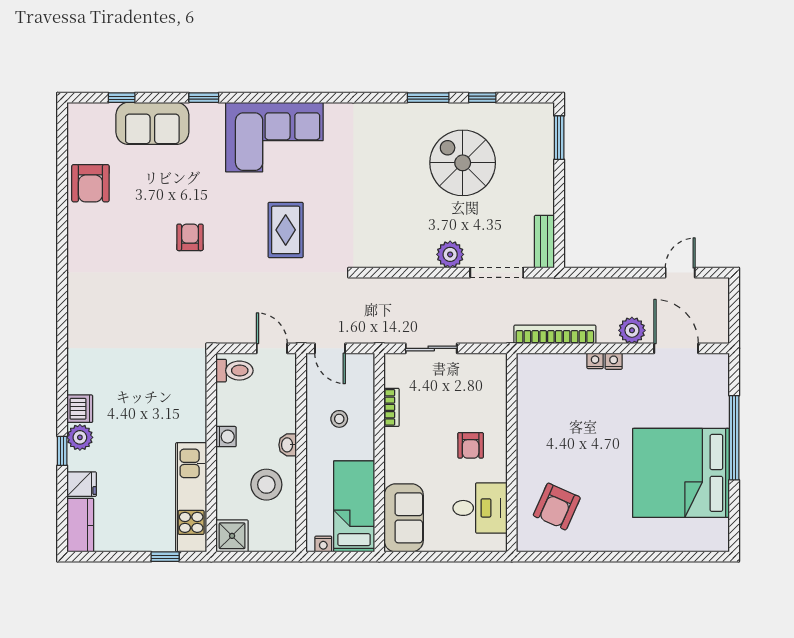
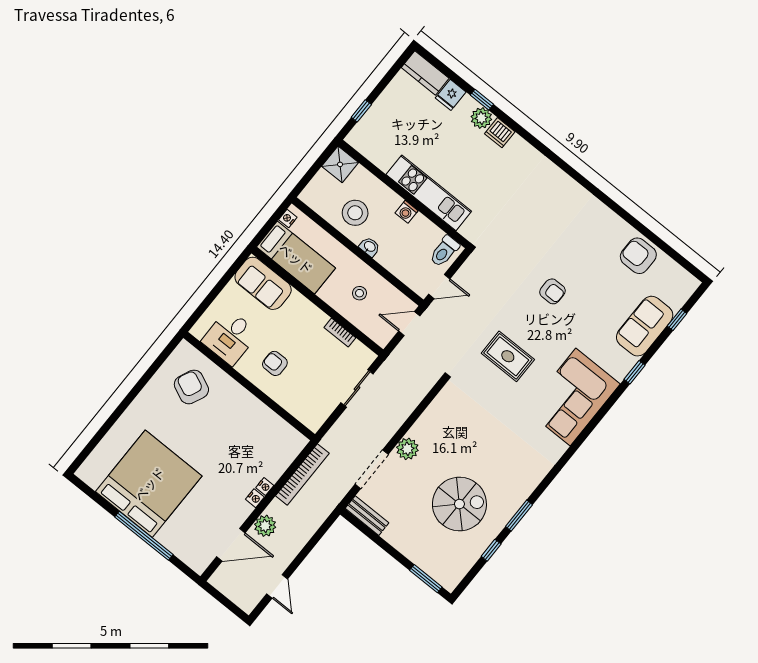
kitchen unit: (191, 497) -> (429, 193), moved

